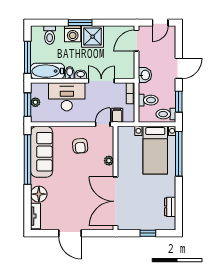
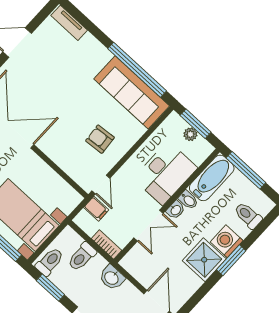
plant: (109, 161) -> (56, 155), removed
floor lamp: (39, 194) -> (89, 48), removed

